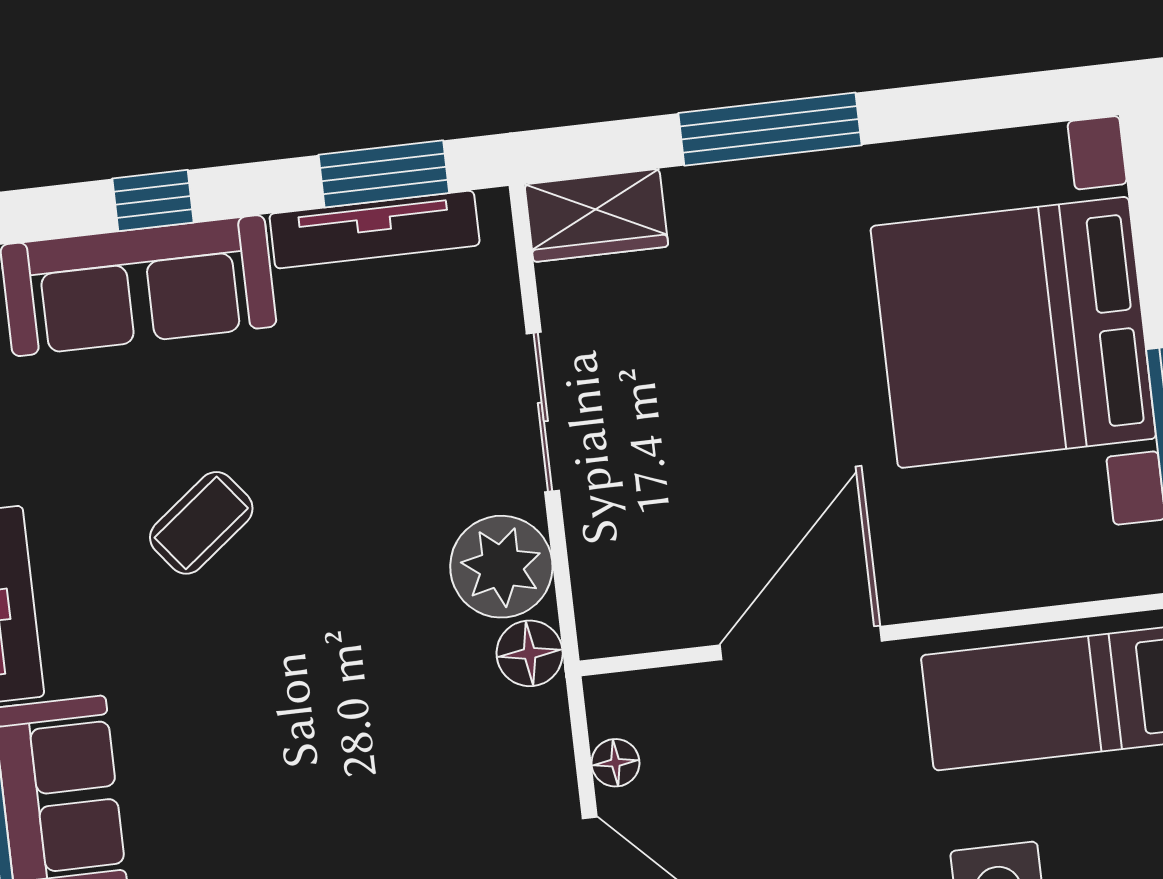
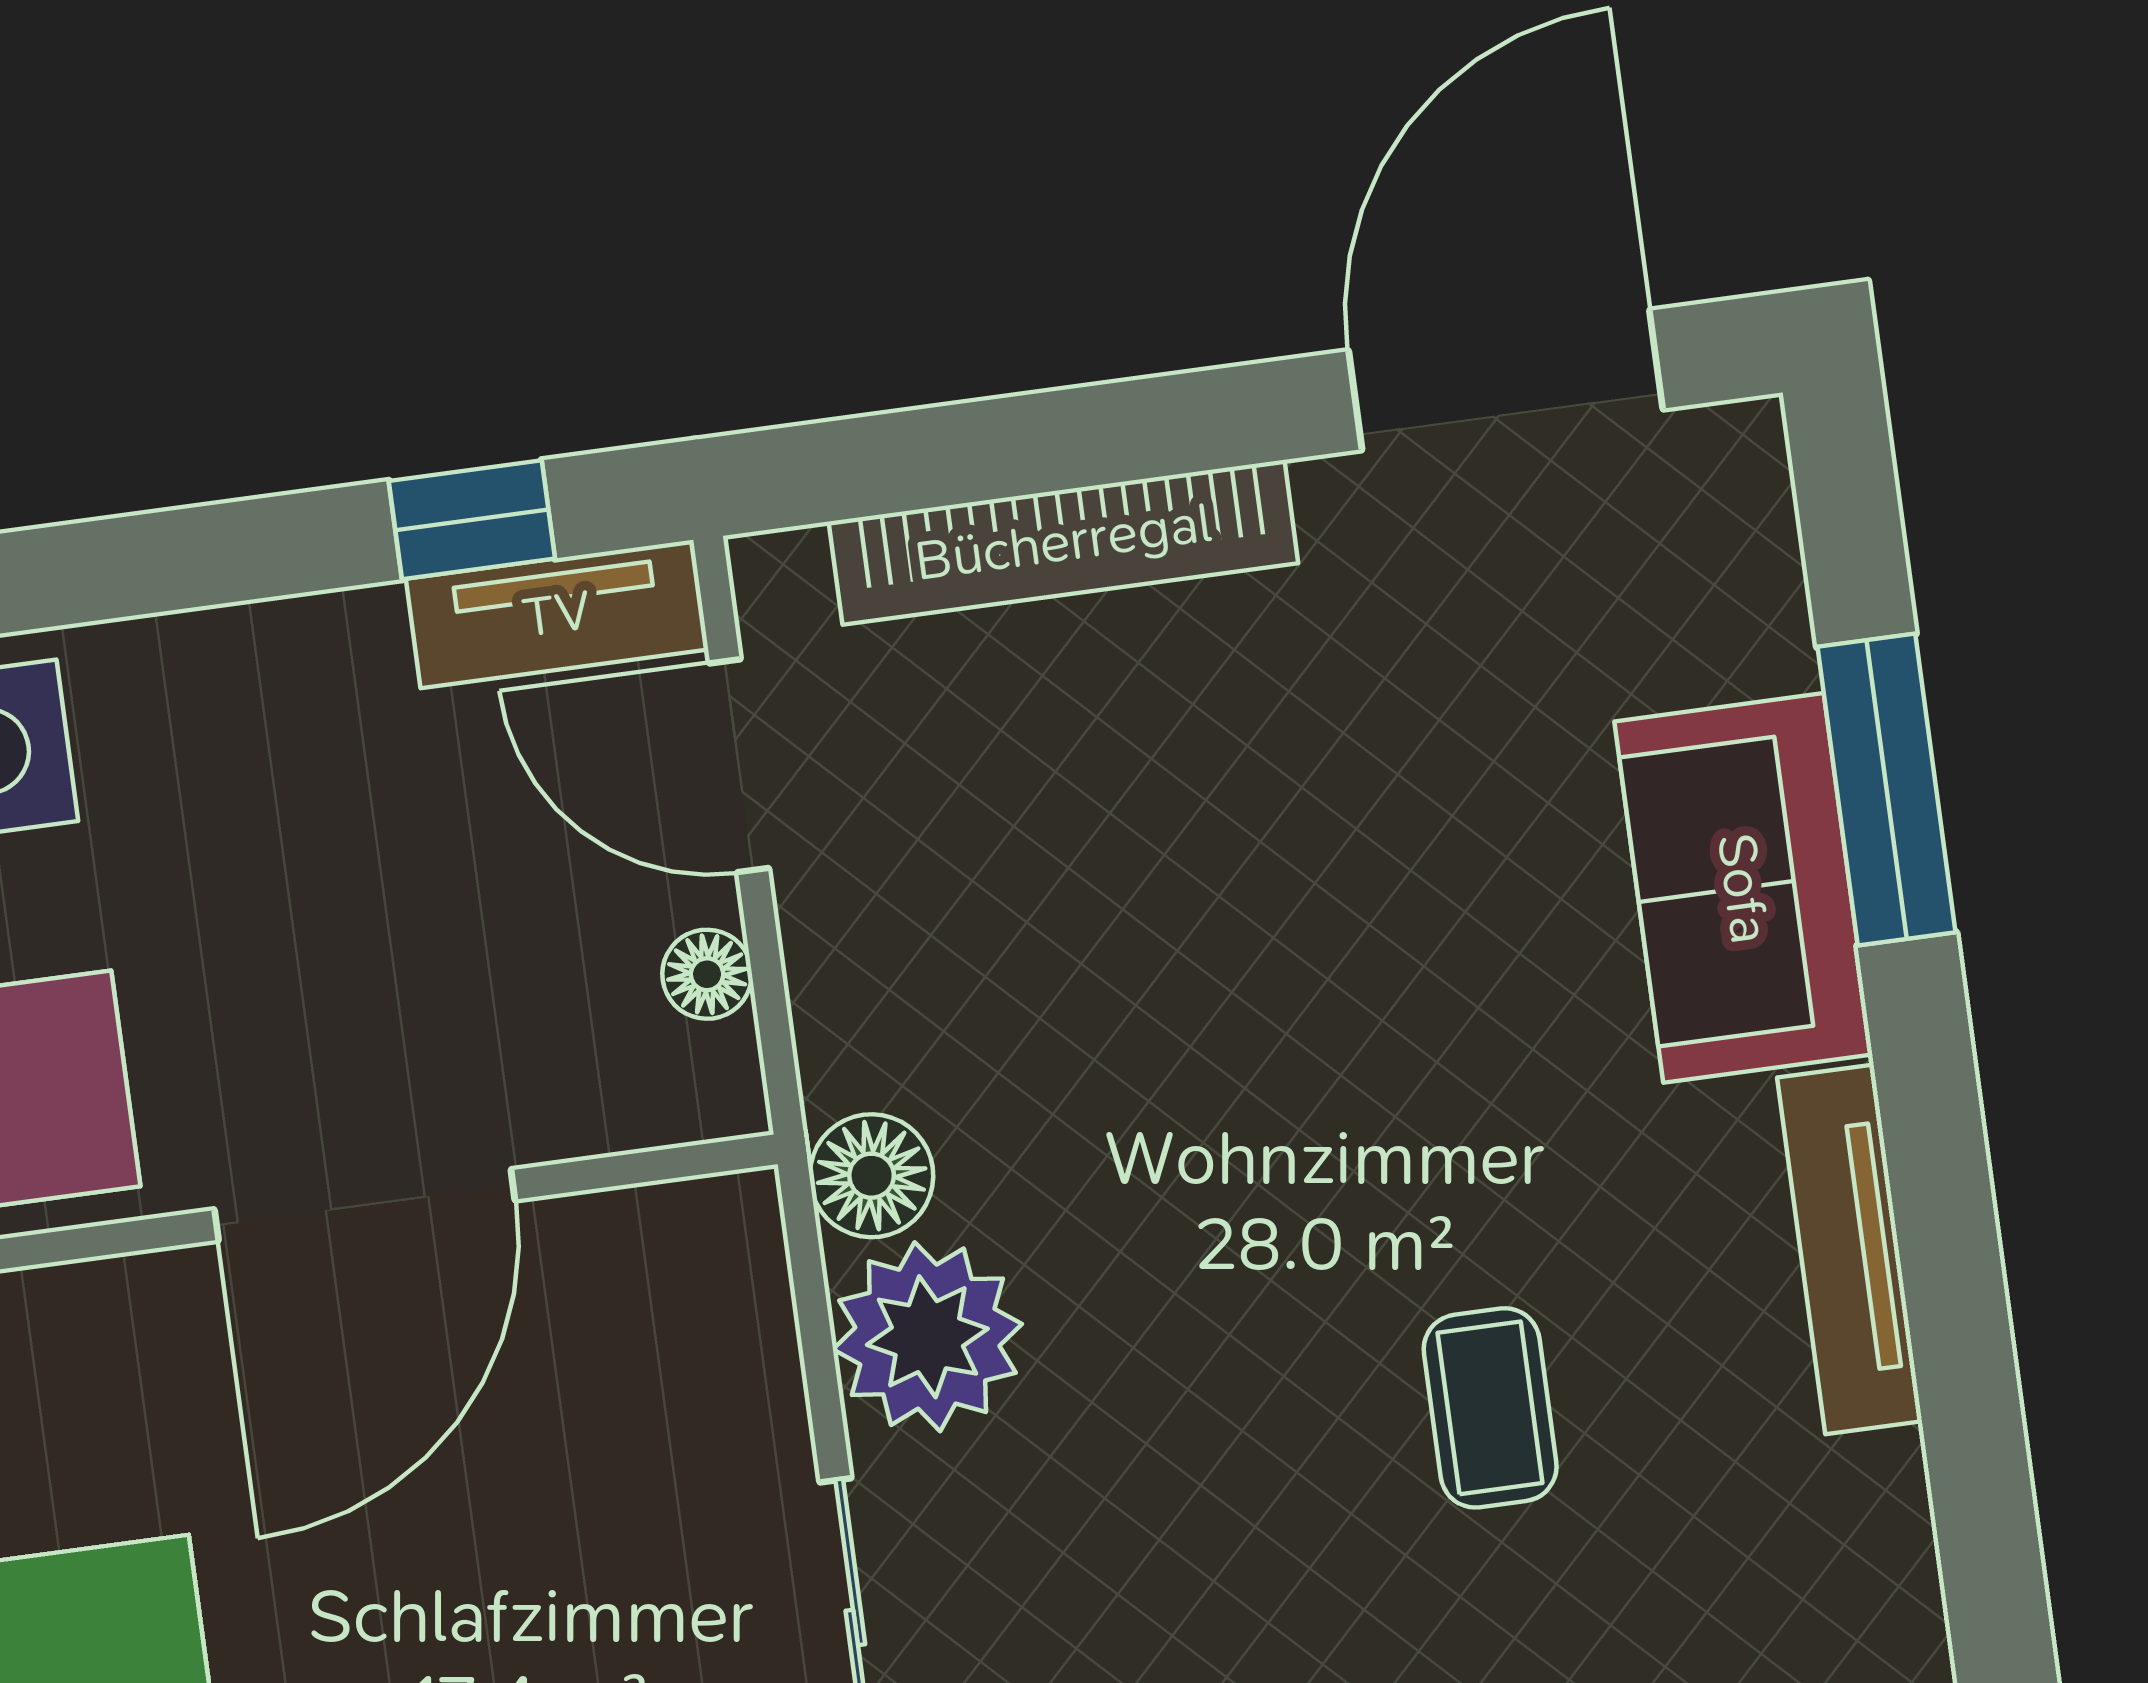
coffee table: (201, 523) -> (1490, 1408), turned -52

